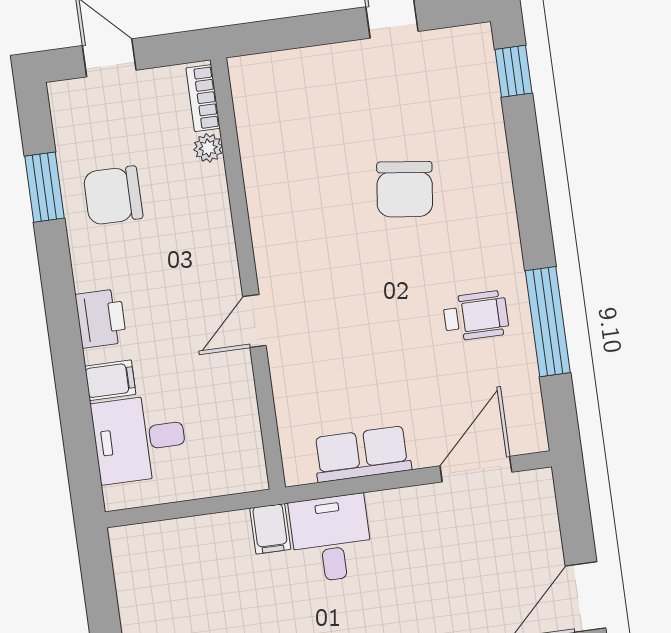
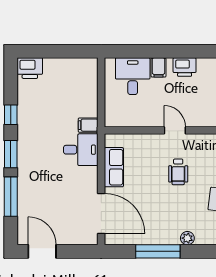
plant: (507, 256) -> (187, 238), added
wheelchair: (476, 316) -> (178, 172), moved
door: (476, 469) -> (101, 213), width x1.36

